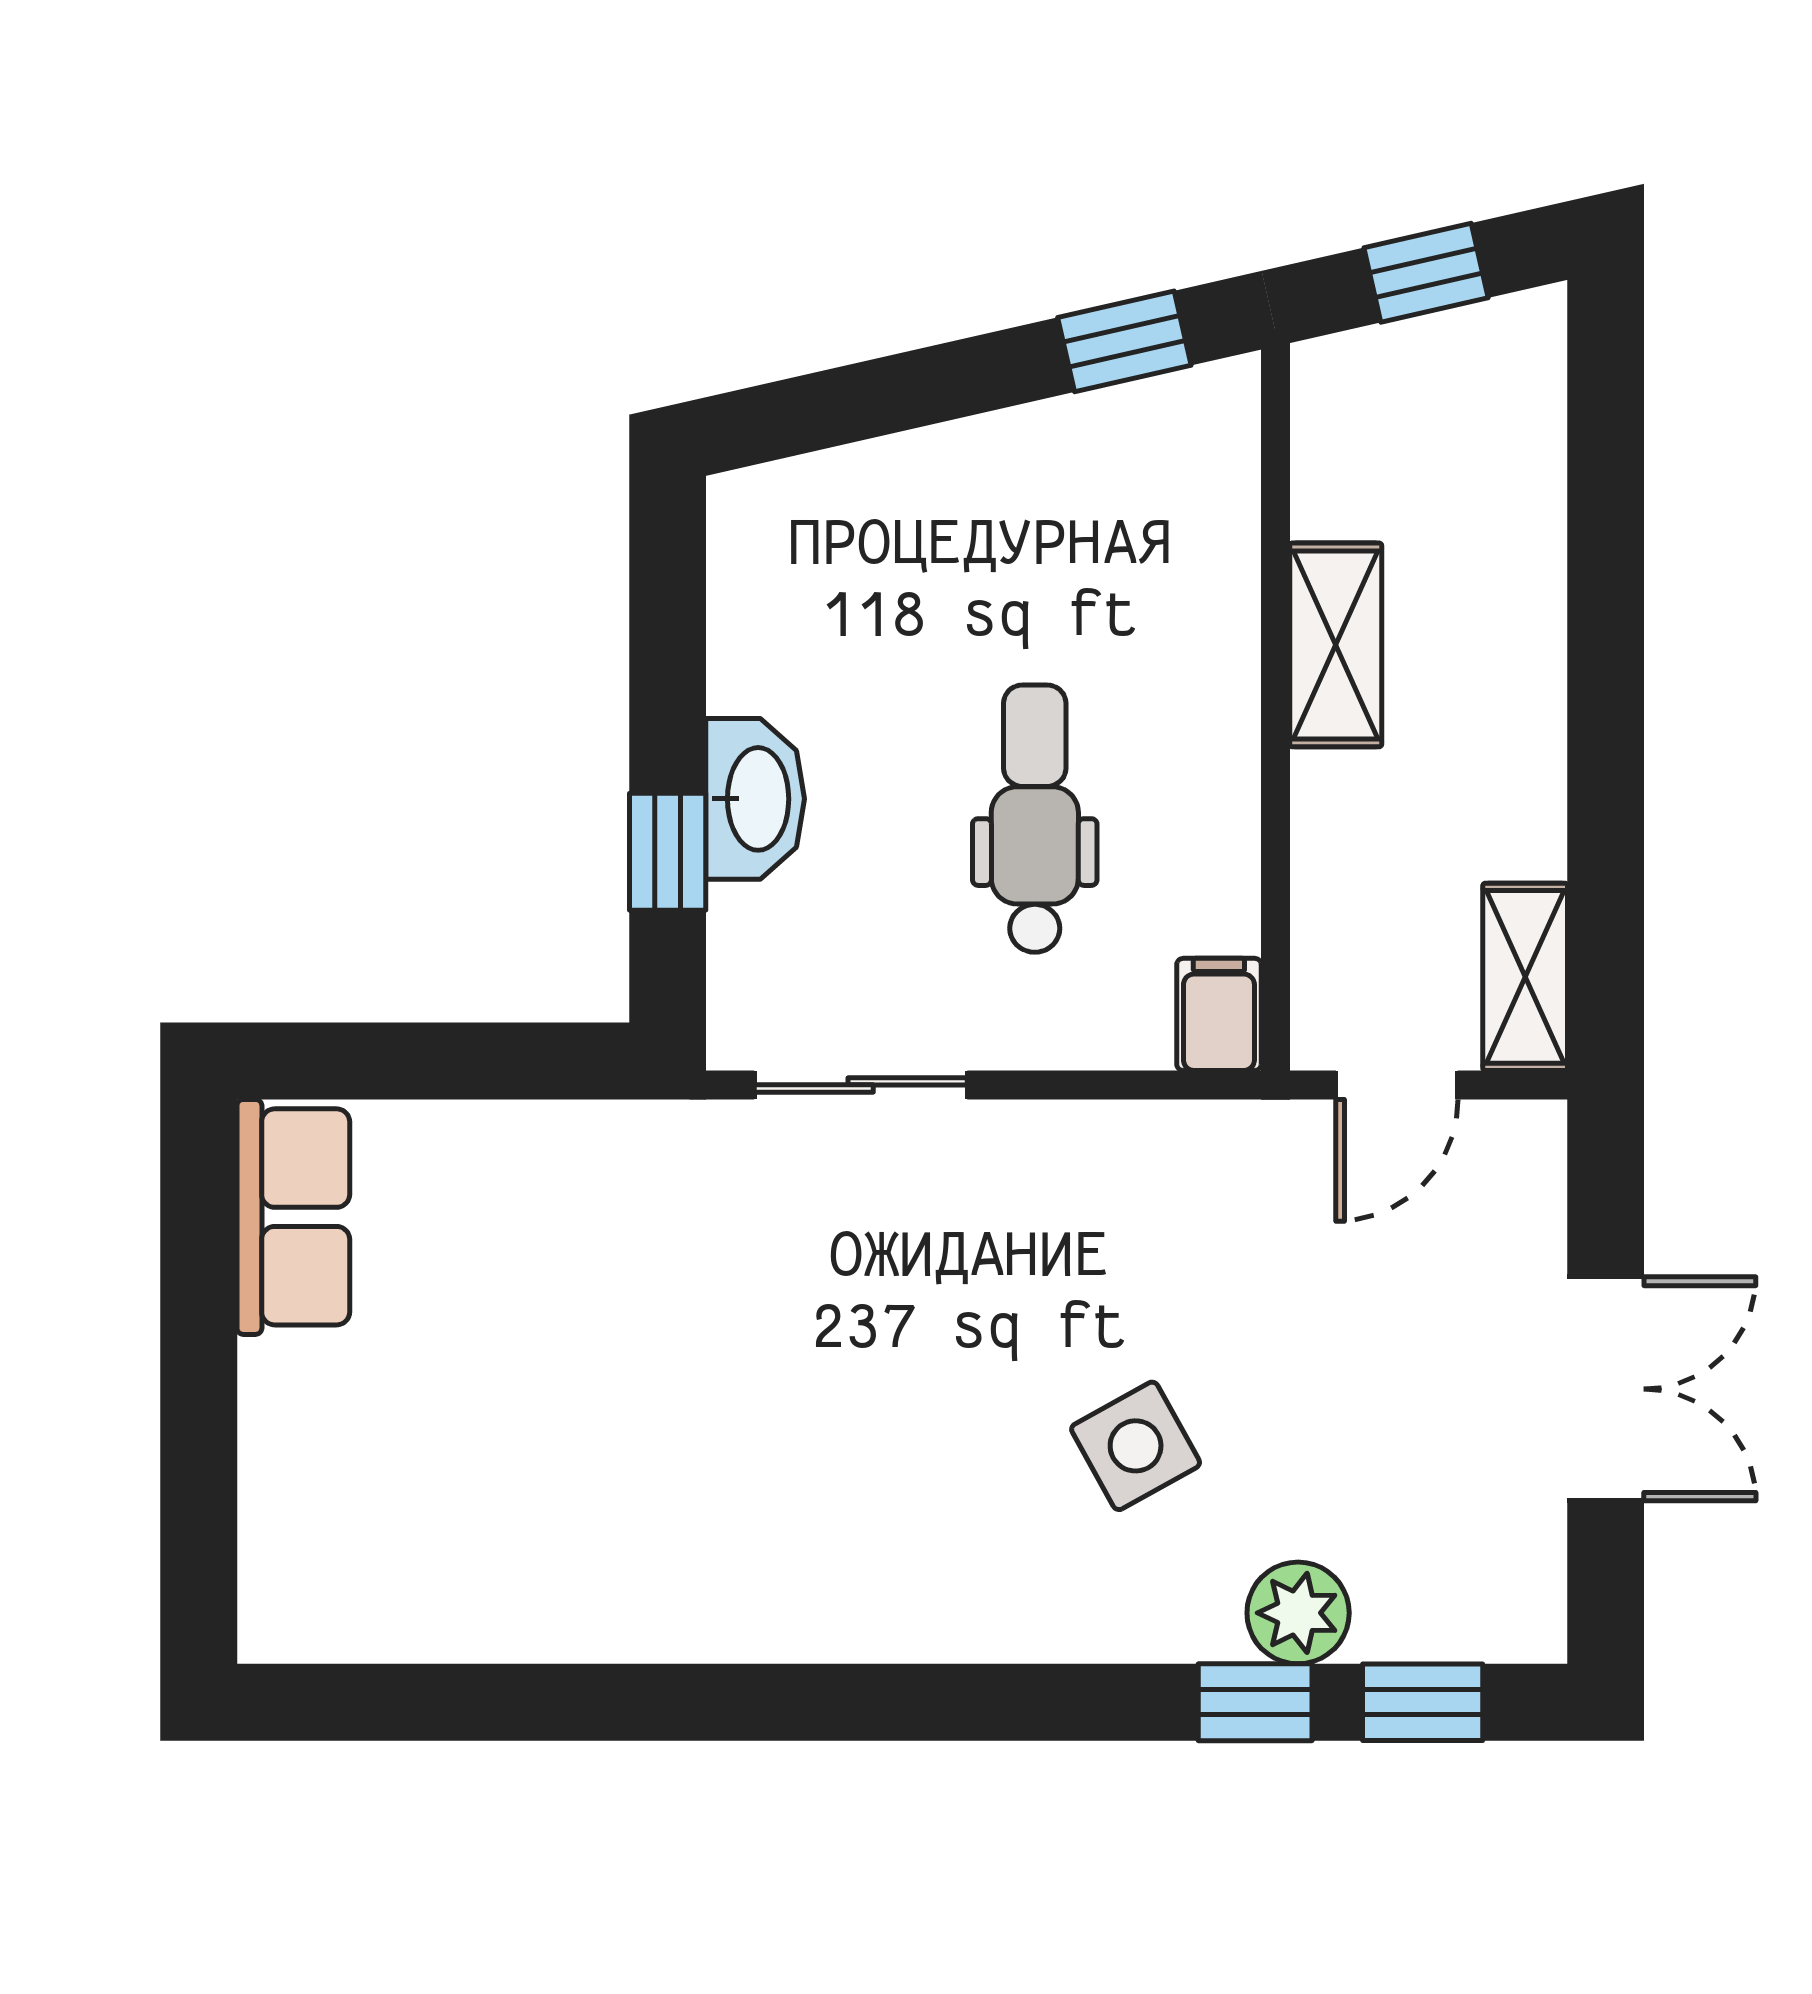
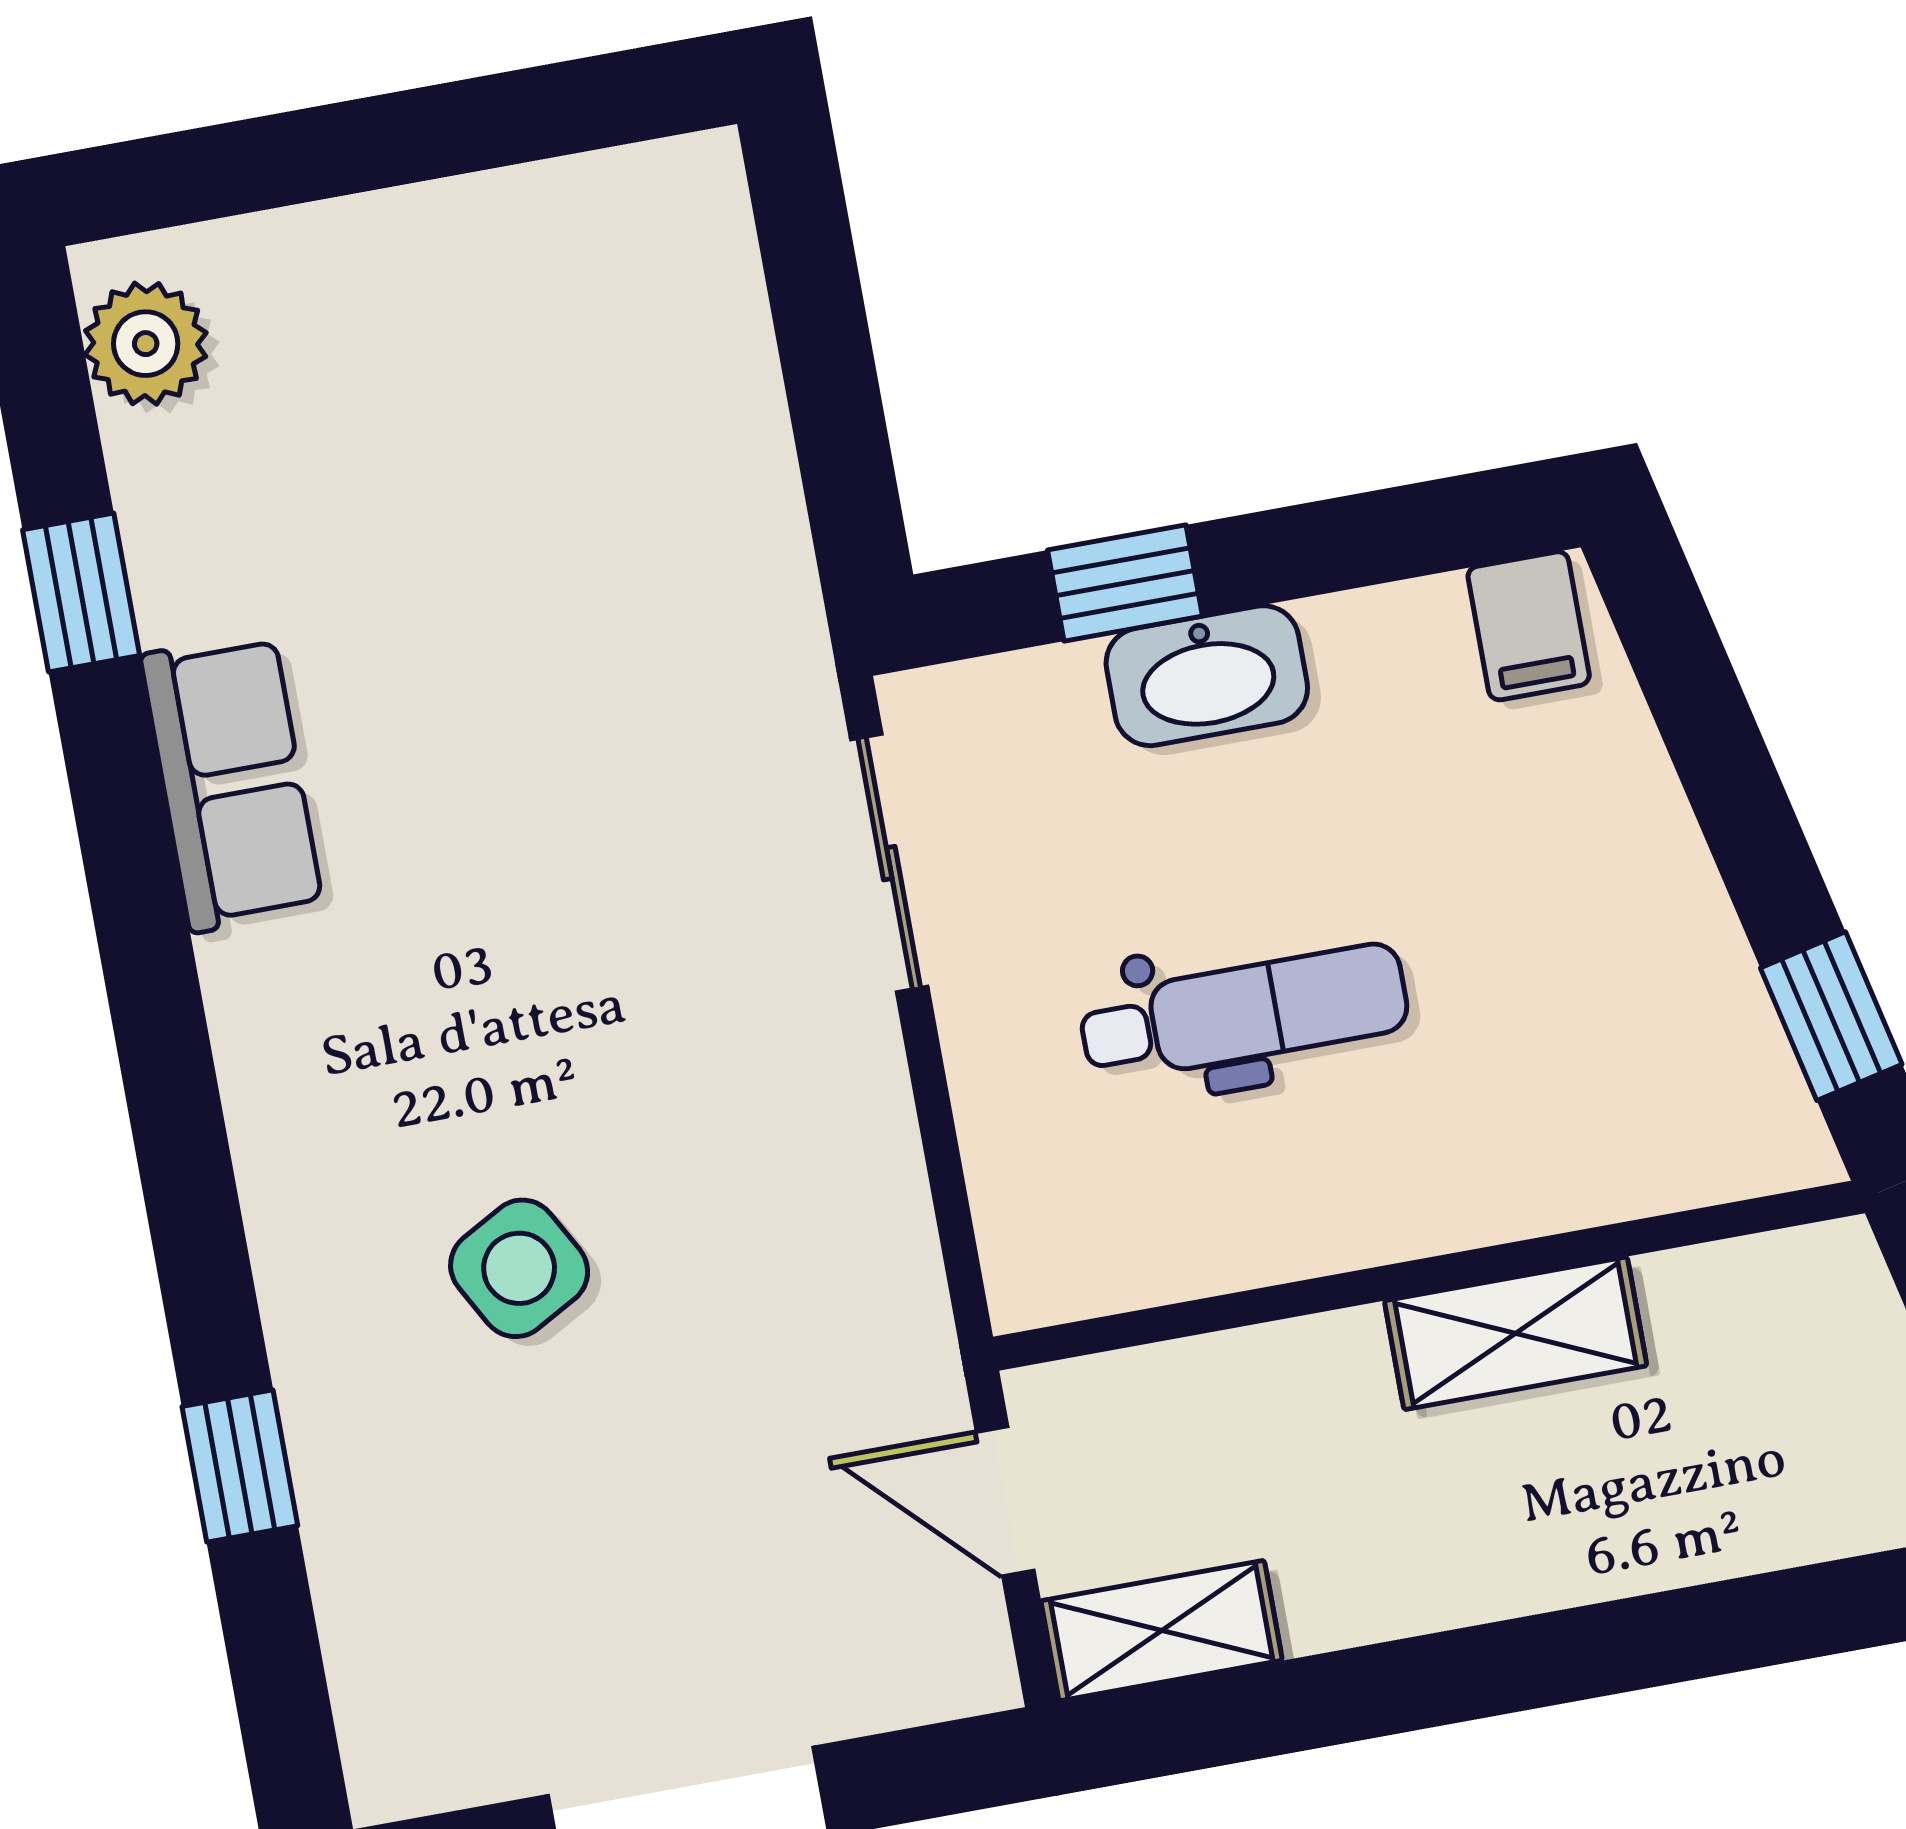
filing cabinet: (1219, 1014) -> (1529, 626), moved, turned 90
row of seats: (293, 1217) -> (232, 782), moved, turned -90
plant: (1298, 1613) -> (146, 344), moved
window: (1423, 1702) -> (81, 593), moved

